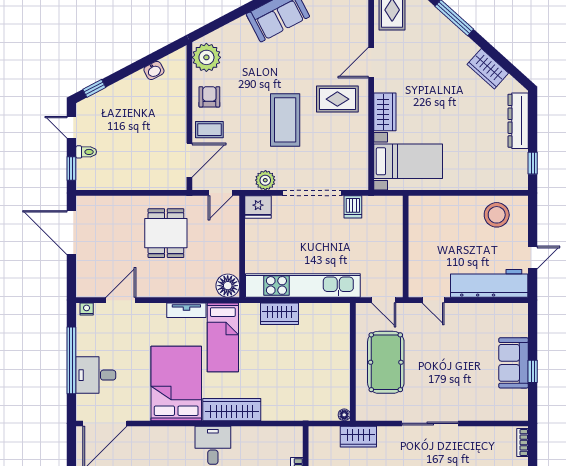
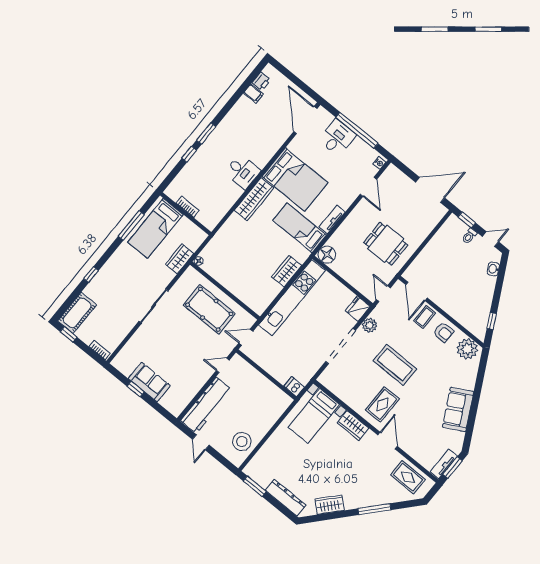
washbasin: (154, 70) -> (493, 269), moved
window: (94, 88) -> (492, 321), moved
window: (533, 163) -> (255, 486), width x1.50
dishwasher: (353, 207) -> (294, 387), moved

